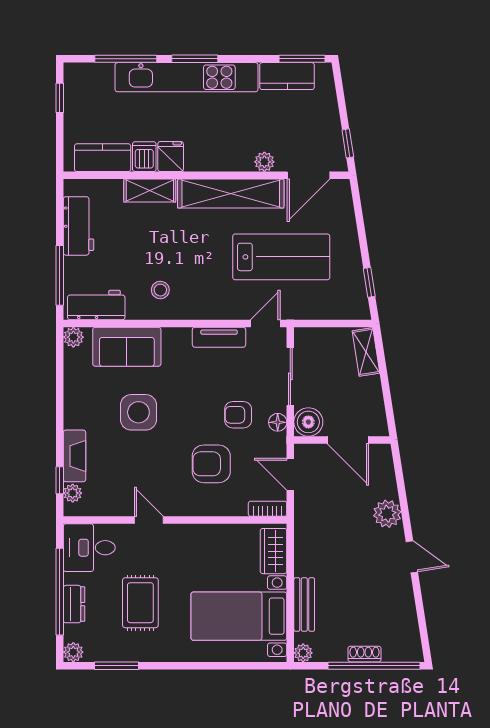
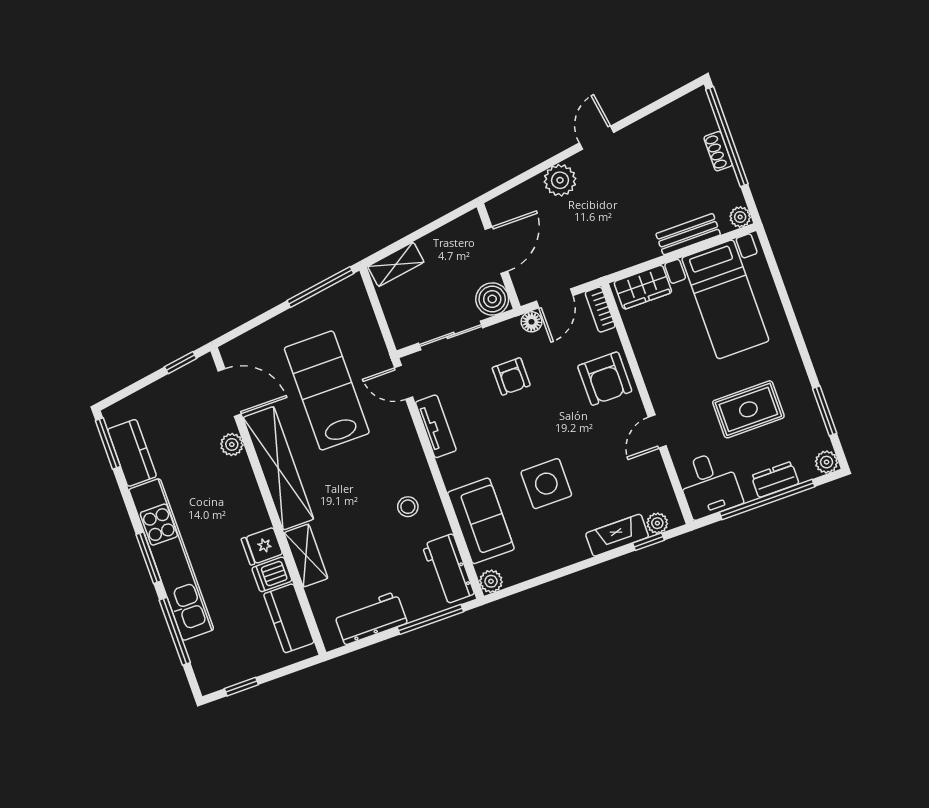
window: (369, 282) -> (320, 287), width x2.17
floor lamp: (278, 422) -> (532, 322), moved
armchair: (211, 464) -> (605, 379), moved

